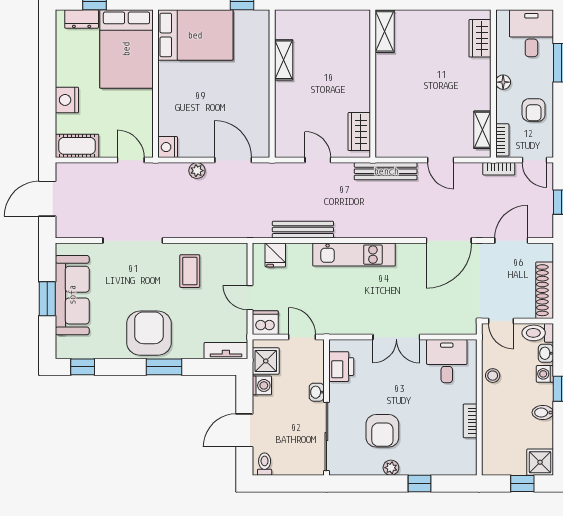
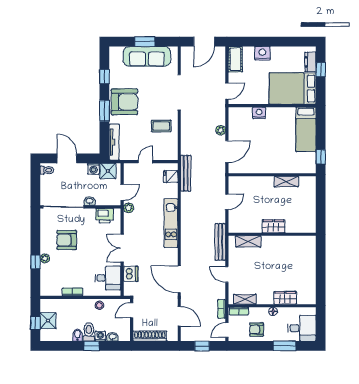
shelving: (385, 31) -> (248, 241), moved
bed: (195, 35) -> (306, 129), width x0.67
wardrobe: (480, 38) -> (285, 298), moved
wardrobe: (359, 132) -> (273, 226), moved
nightstand: (168, 147) -> (259, 113), moved
door: (441, 160) -> (227, 274), hinge flipped
door: (47, 199) -> (204, 42), swing flipped
bench: (303, 230) -> (186, 173), moved
dishwasher: (265, 323) -> (131, 274), moved
plant: (328, 326) -> (129, 208), added
toilet: (538, 333) -> (89, 332), moved
tv unit: (226, 351) -> (114, 142), width x1.41
window: (83, 367) -> (104, 77), moved
shower: (540, 462) -> (48, 321), moved
plant: (391, 468) -> (45, 258), moved

